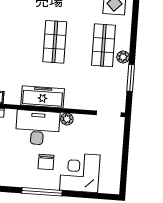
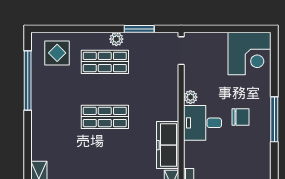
freezer: (43, 97) -> (168, 145), moved
desk: (38, 128) -> (203, 123), width x0.73
corner desk: (80, 173) -> (250, 54), moved, turned -90

